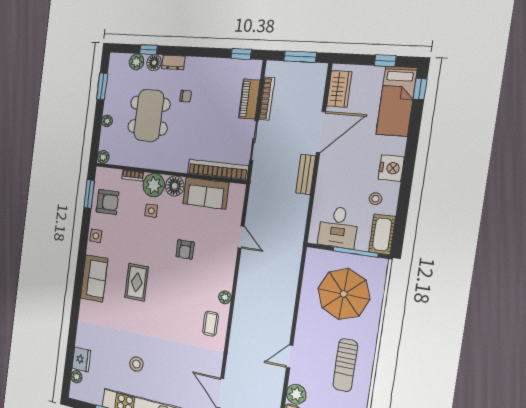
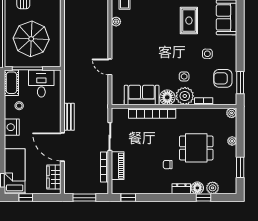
dining table: (149, 115) -> (196, 148), width x0.73
door: (321, 132) -> (62, 147), hinge flipped
bookcase: (218, 170) -> (152, 113), moved
side table: (96, 236) -> (207, 54), moved
armchair: (185, 249) -> (152, 52), removed

